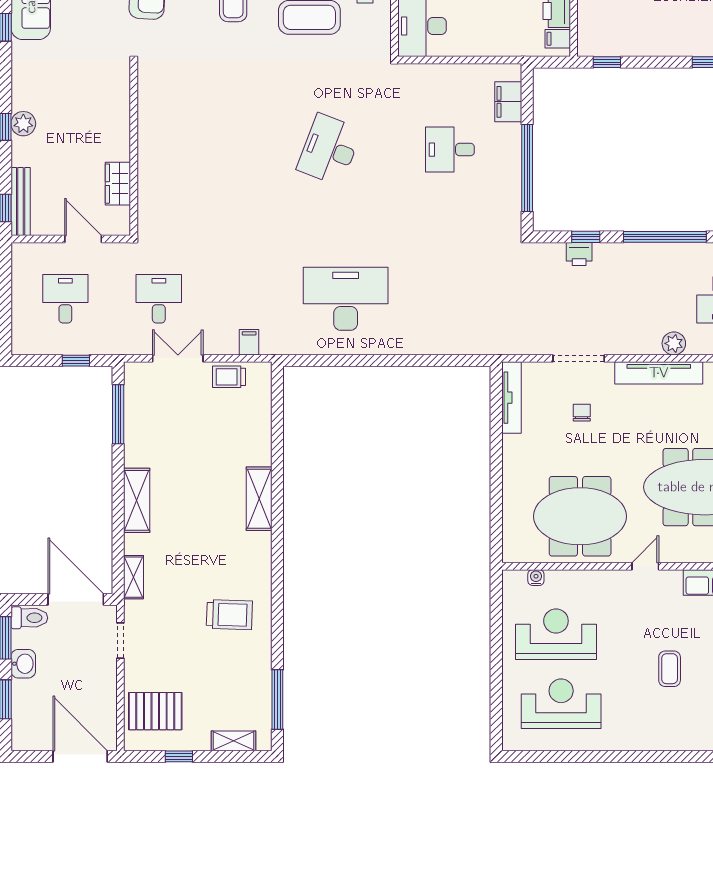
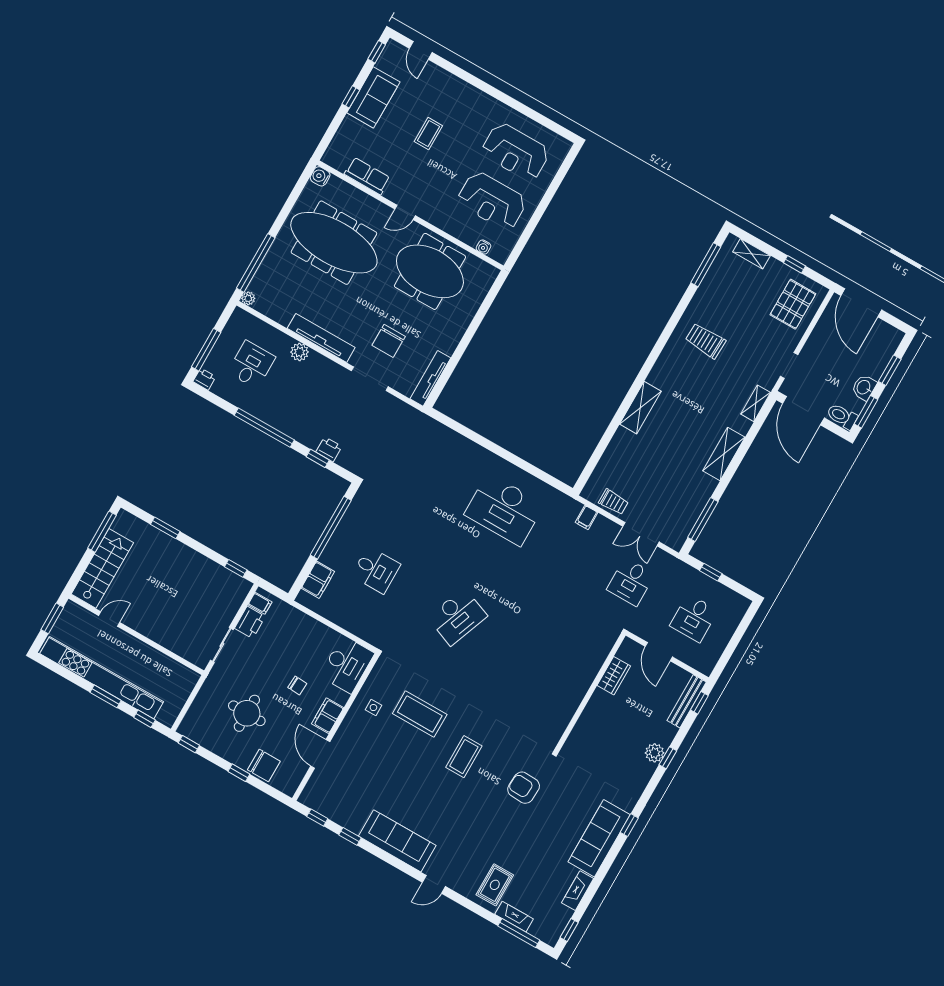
chair: (582, 413) -> (389, 341), width x1.87, depth x1.87
pallet: (155, 711) -> (793, 304), turned 90

